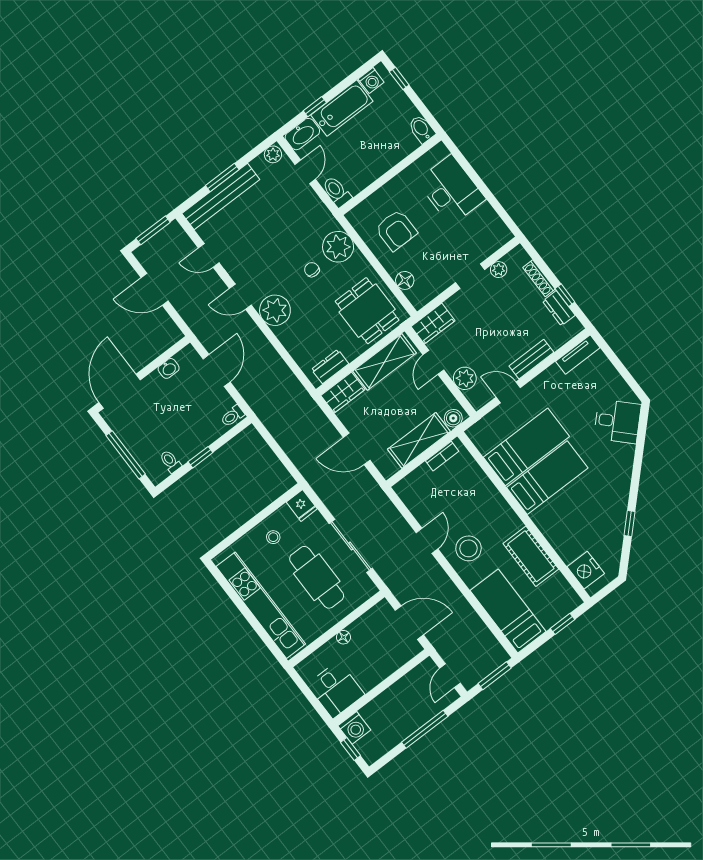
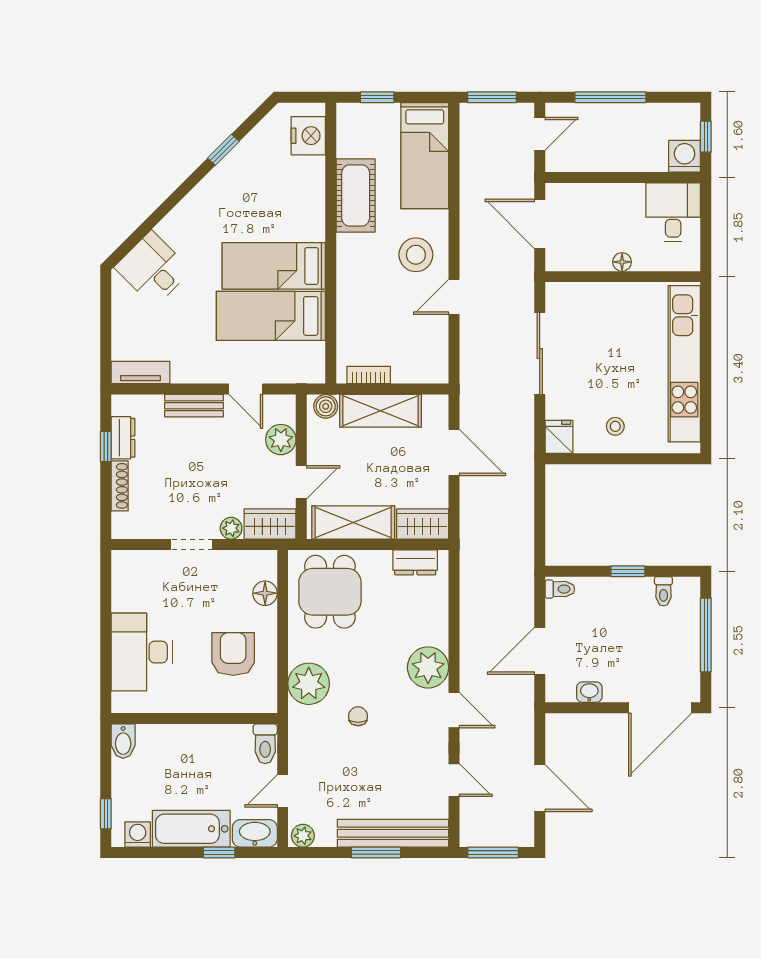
chair: (312, 270) -> (358, 716), moved, turned 180
plant: (499, 270) -> (231, 528), moved
cafe table: (317, 577) -> (602, 348), removed

